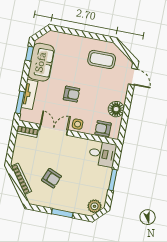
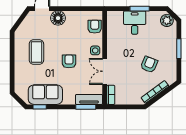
coffee table: (102, 59) -> (36, 52), moved
tv unit: (30, 94) -> (89, 99), moved
floor lamp: (116, 109) -> (58, 18), moved
armchair: (103, 129) -> (95, 27), turned 180
desk: (102, 154) -> (135, 23), moved

